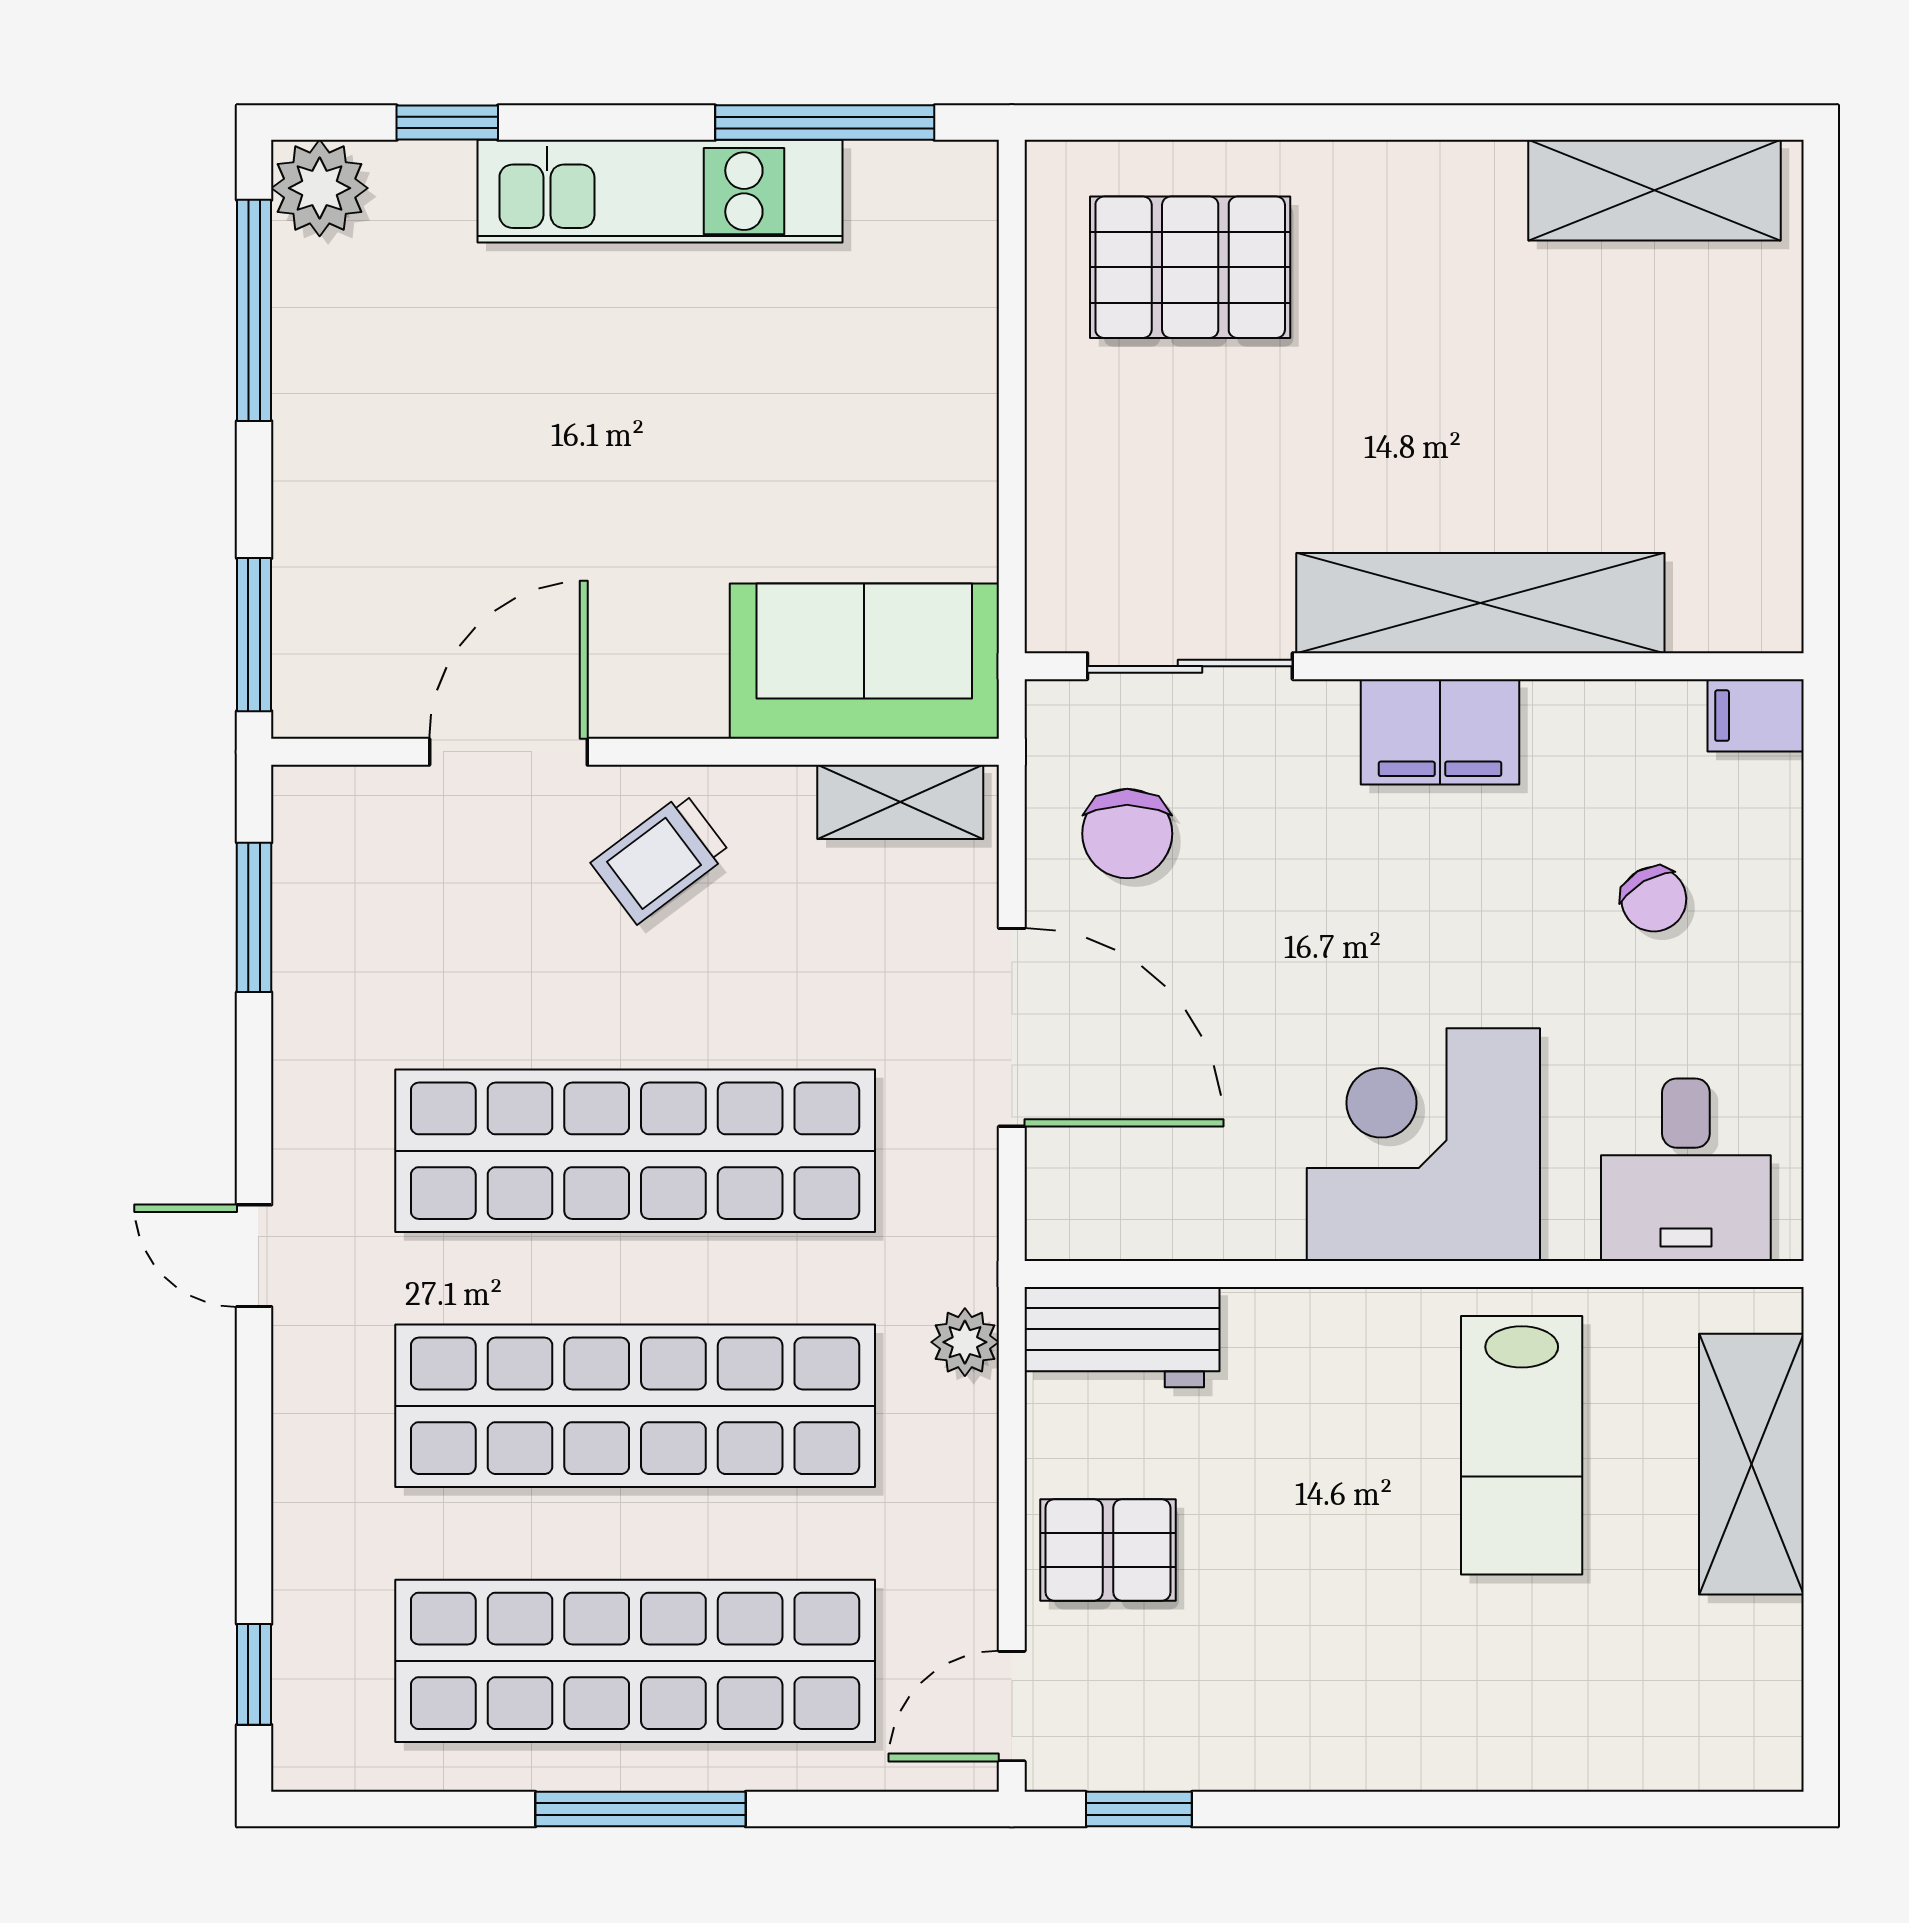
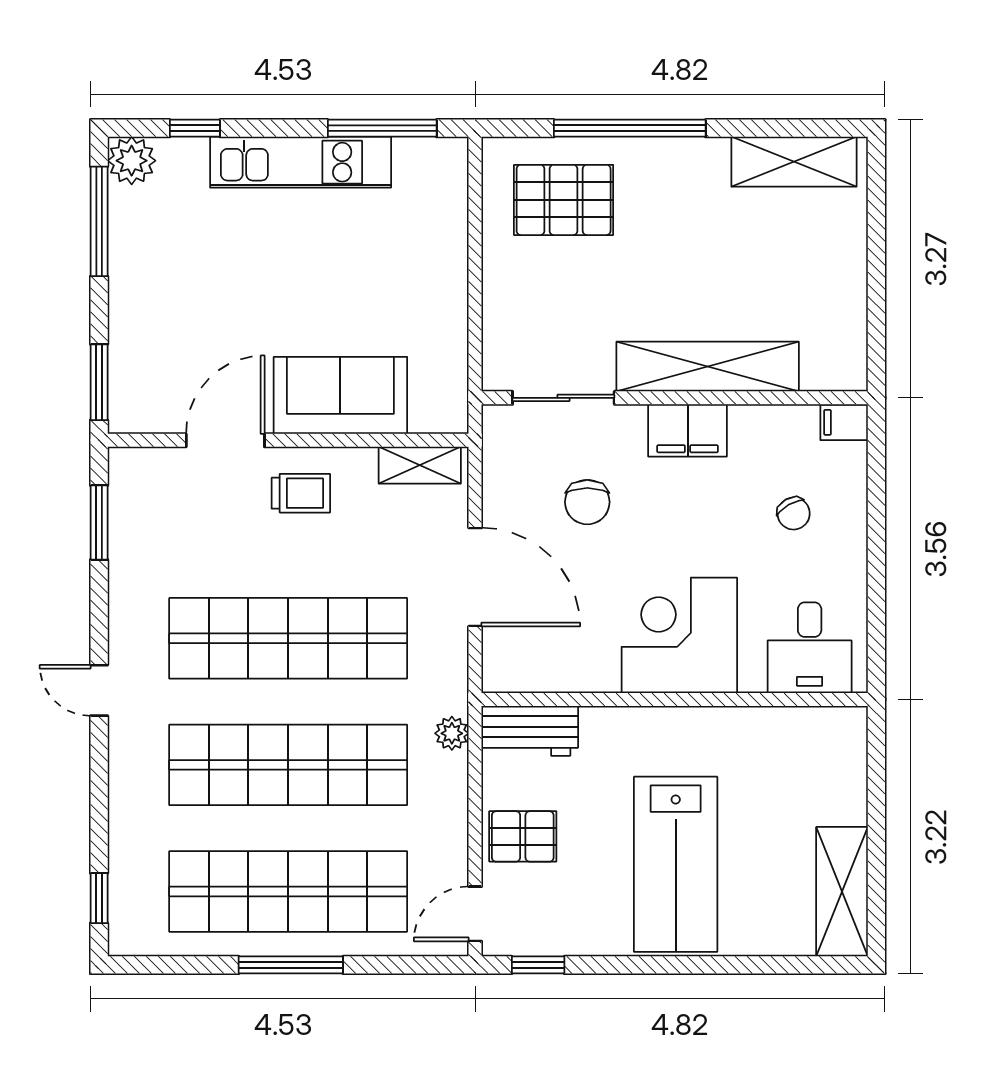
window: (1324, 123) -> (630, 128), added
sofa: (864, 661) -> (340, 395), moved
chair: (1127, 834) -> (587, 502), moved
trolley: (661, 858) -> (301, 493), turned -143
lab bench: (1522, 1445) -> (676, 864), moved, width x1.36, depth x1.39
shelving: (1751, 1464) -> (842, 892), moved

